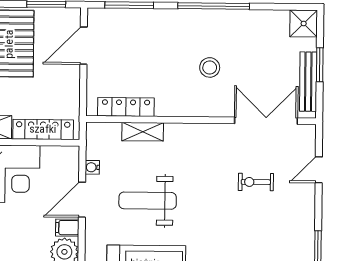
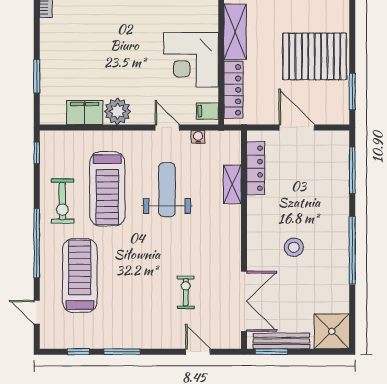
shower: (304, 24) -> (332, 331), width x1.36, depth x1.36
door: (84, 46) -> (297, 127), moved
window: (320, 65) -> (271, 352), moved
door: (82, 200) -> (167, 127), width x0.73
filing cabinet: (67, 228) -> (207, 111), moved, turned -90

